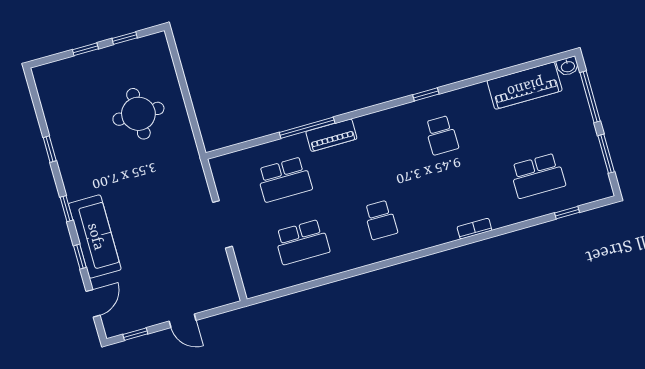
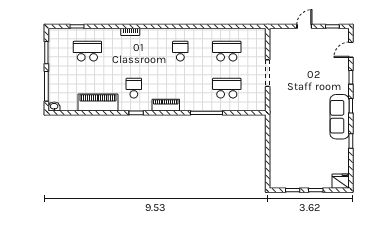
fridge: (48, 76) -> (341, 181), added
piano: (525, 86) -> (98, 103), moved
round table: (138, 114) -> (297, 147), removed
piano: (331, 135) -> (166, 105), moved
sofa: (95, 237) -> (340, 117), moved
door: (183, 321) -> (304, 26), hinge flipped

